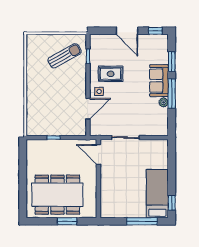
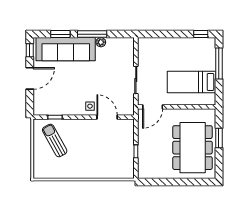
rug: (111, 74) -> (73, 95), removed
sofa: (159, 81) -> (66, 49), width x1.85, depth x1.27
bed: (157, 194) -> (191, 82), moved

